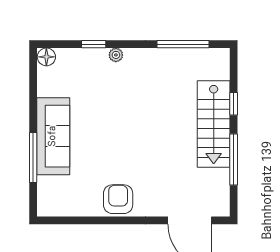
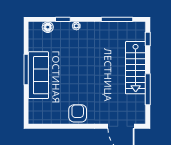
floor lamp: (46, 57) -> (48, 27), moved
window: (234, 104) -> (148, 39), moved
window: (33, 158) -> (26, 70), moved

